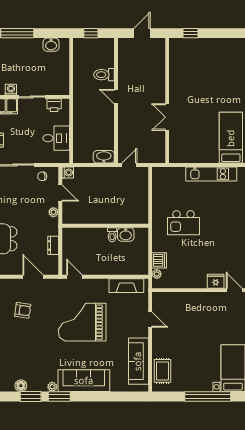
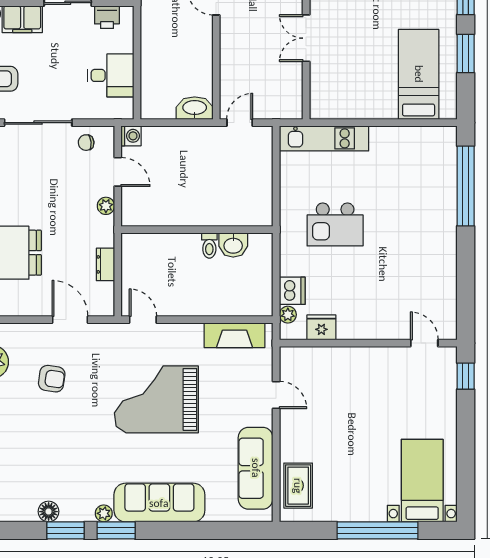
kitchen unit: (211, 174) -> (324, 138), moved
fridge: (216, 281) -> (321, 327), moved

